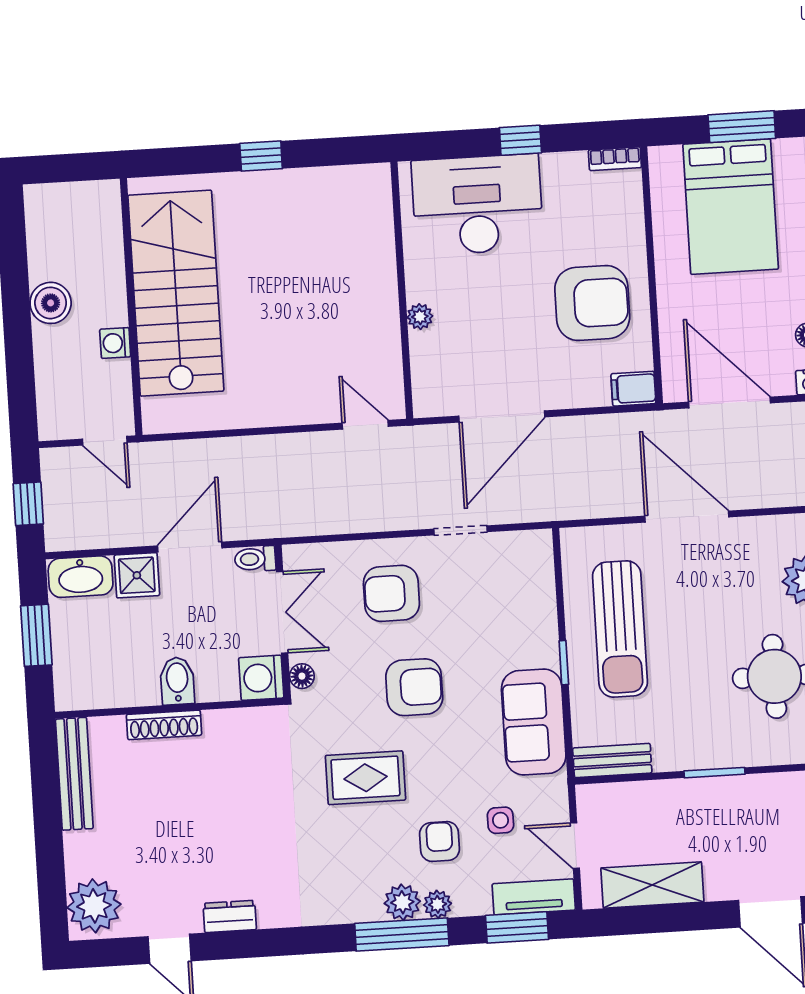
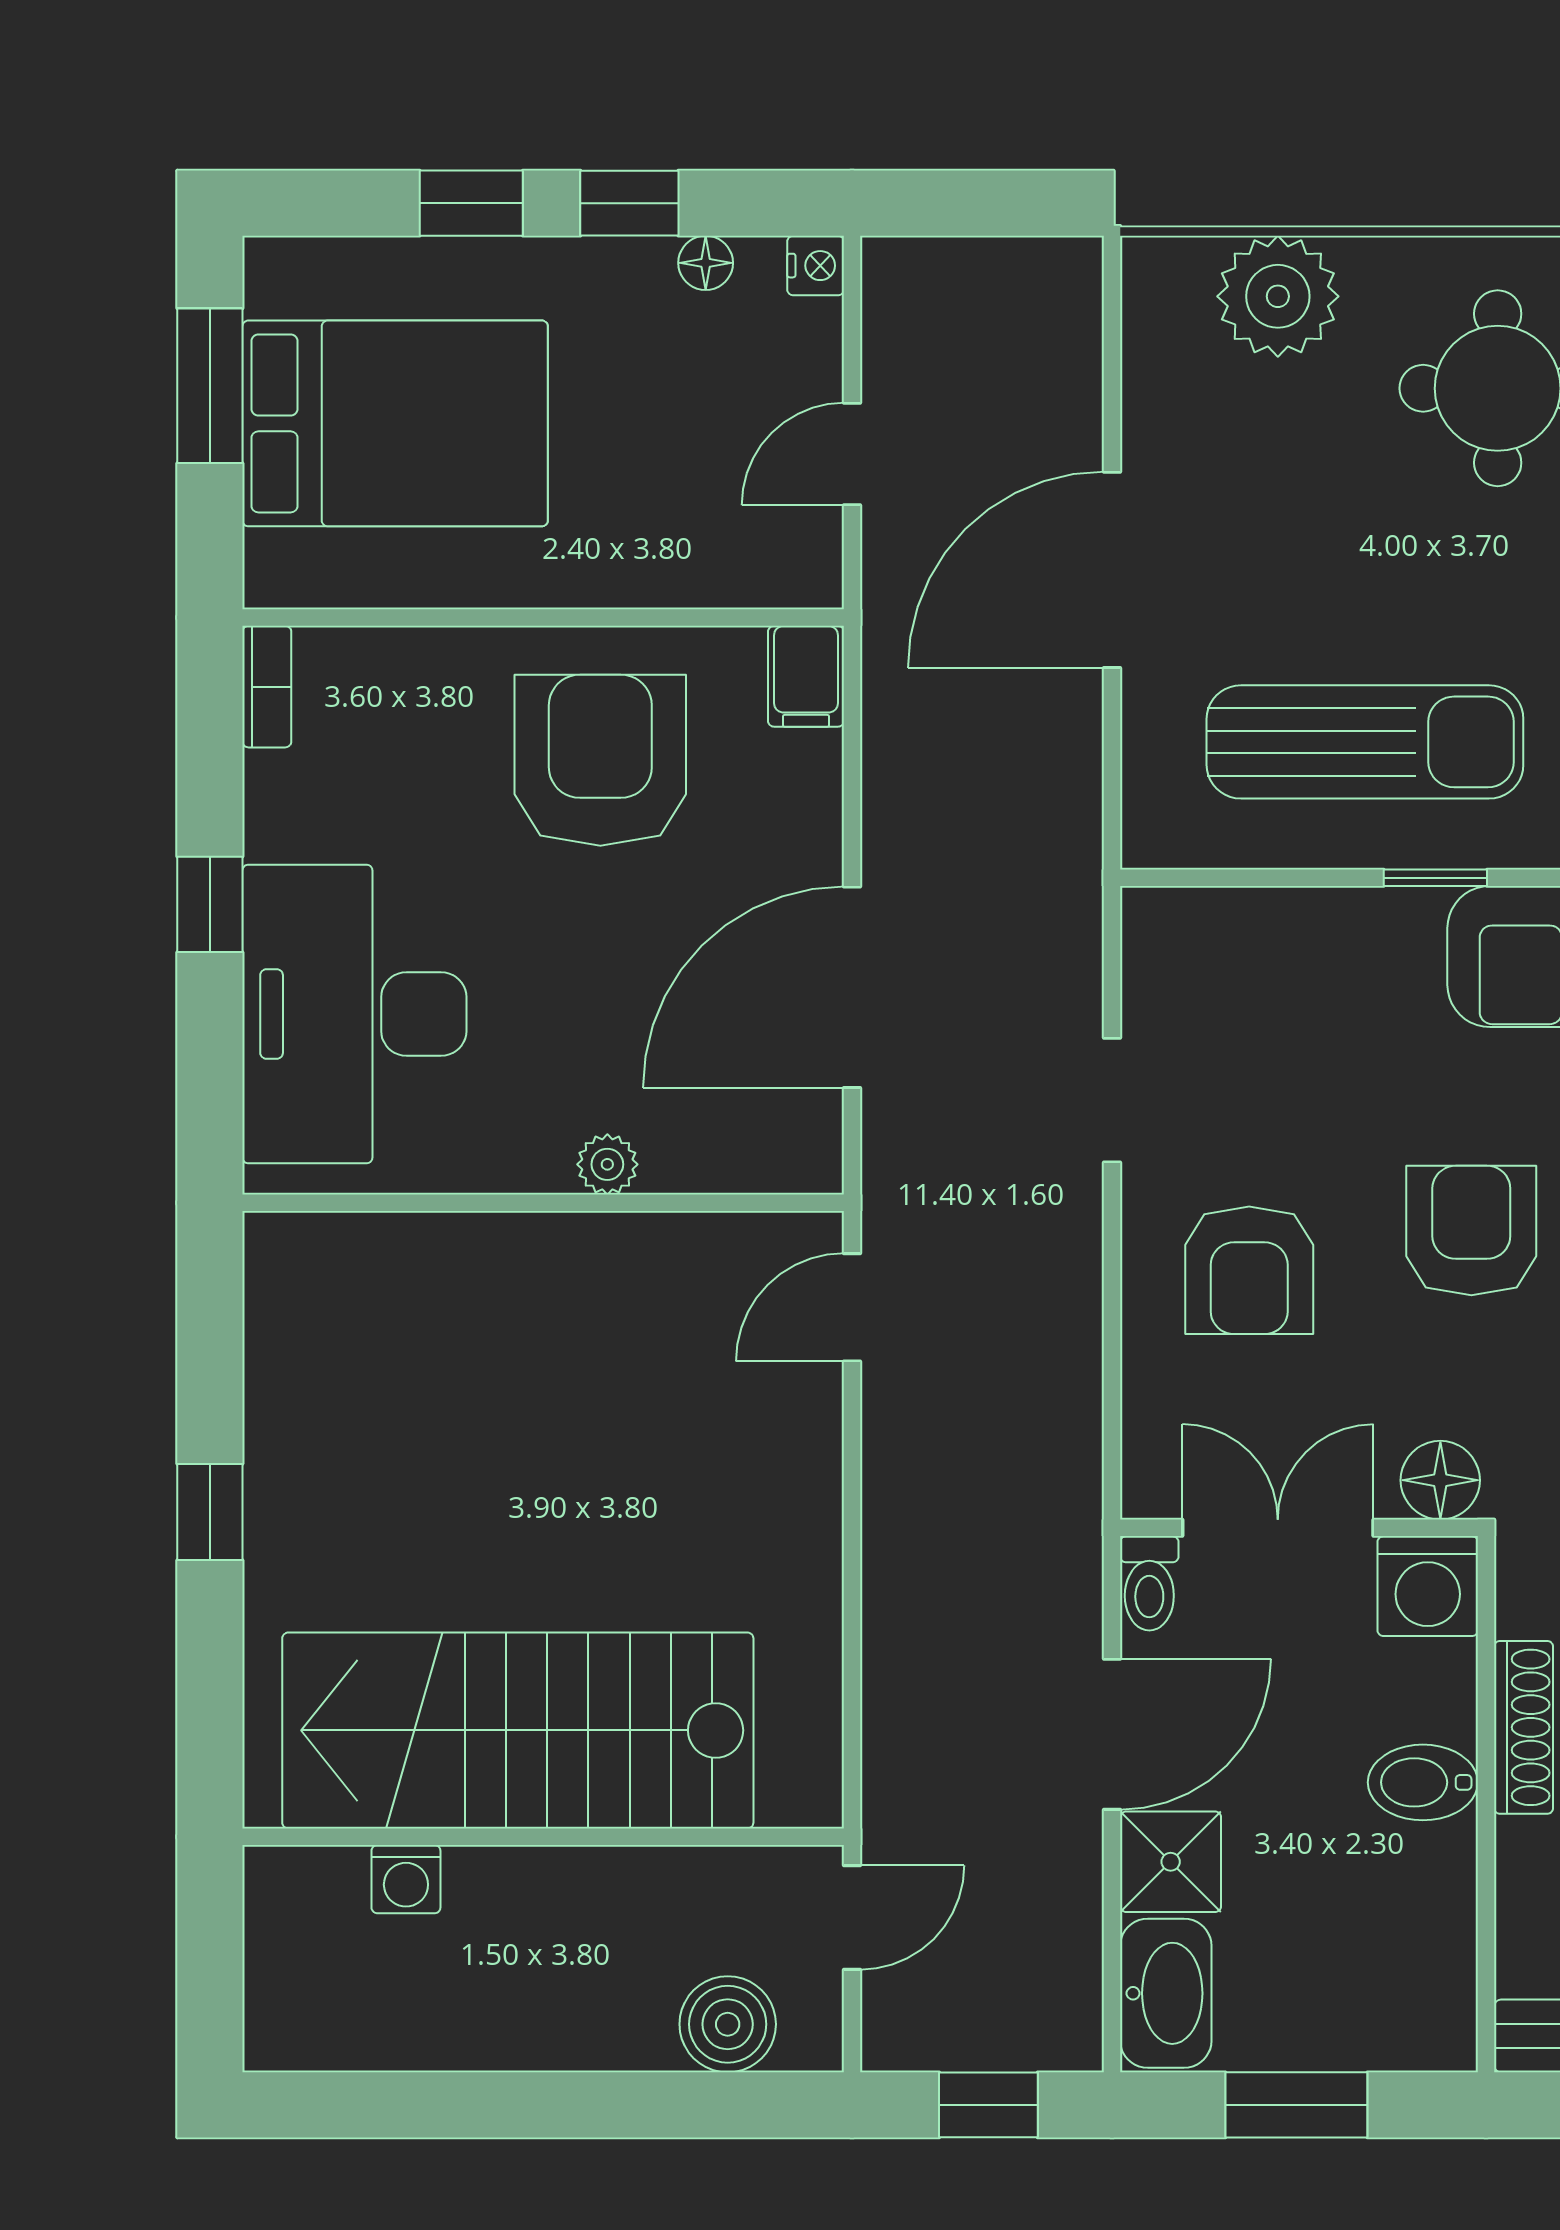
boiler: (51, 303) -> (728, 2024), moved
washing machine: (115, 343) -> (406, 1879), moved
door: (730, 402) -> (852, 454), width x0.53
door: (502, 416) -> (852, 987), swing flipped
door: (190, 547) -> (1112, 1734), swing flipped
floor lamp: (302, 676) -> (1440, 1480), width x1.37, depth x1.37
shoe rack: (164, 725) -> (1524, 1727), moved

